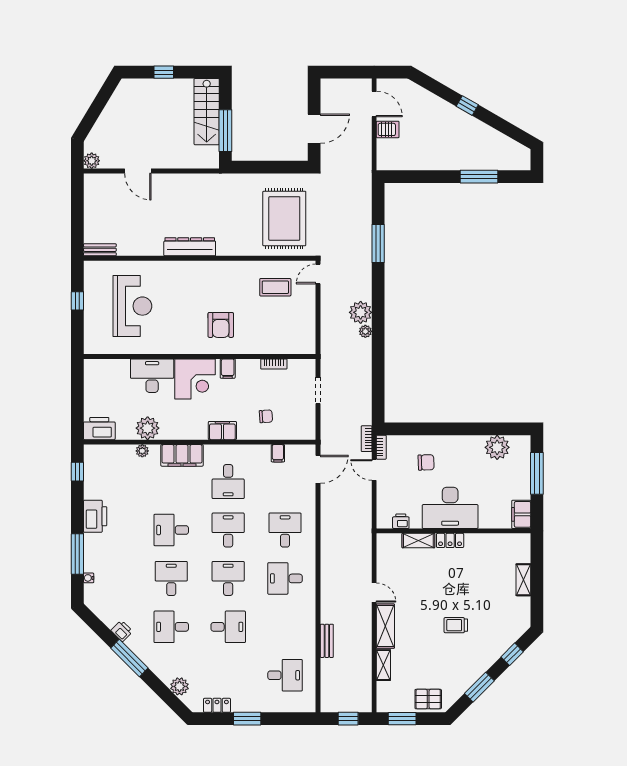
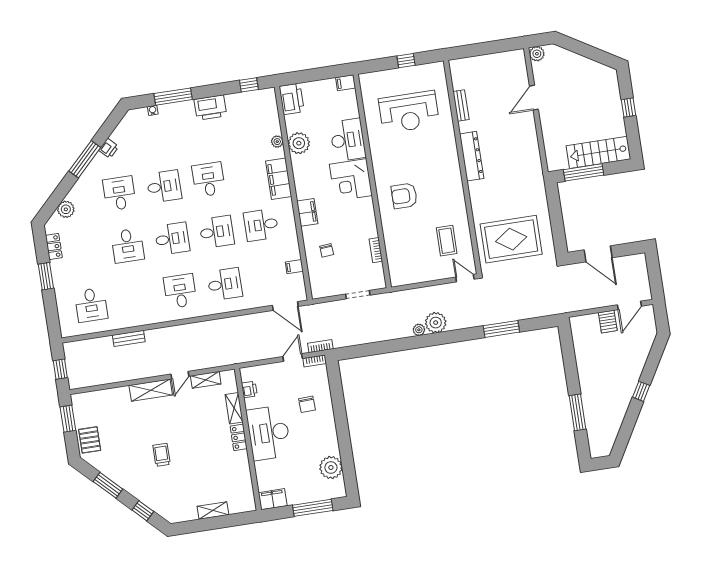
bench: (100, 250) -> (461, 106), moved
filing cabinet: (228, 369) -> (346, 83), moved
shelving: (383, 665) -> (206, 380), moved

